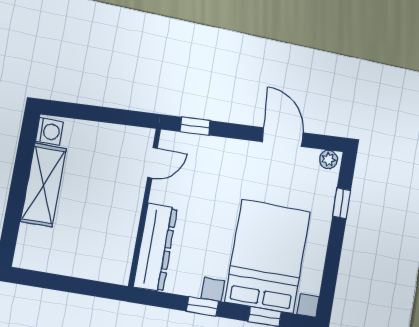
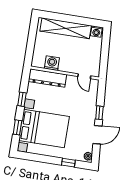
window: (195, 126) -> (99, 113), moved
shelving: (43, 185) -> (66, 28), width x1.47
washing machine: (121, 237) -> (52, 63), added

